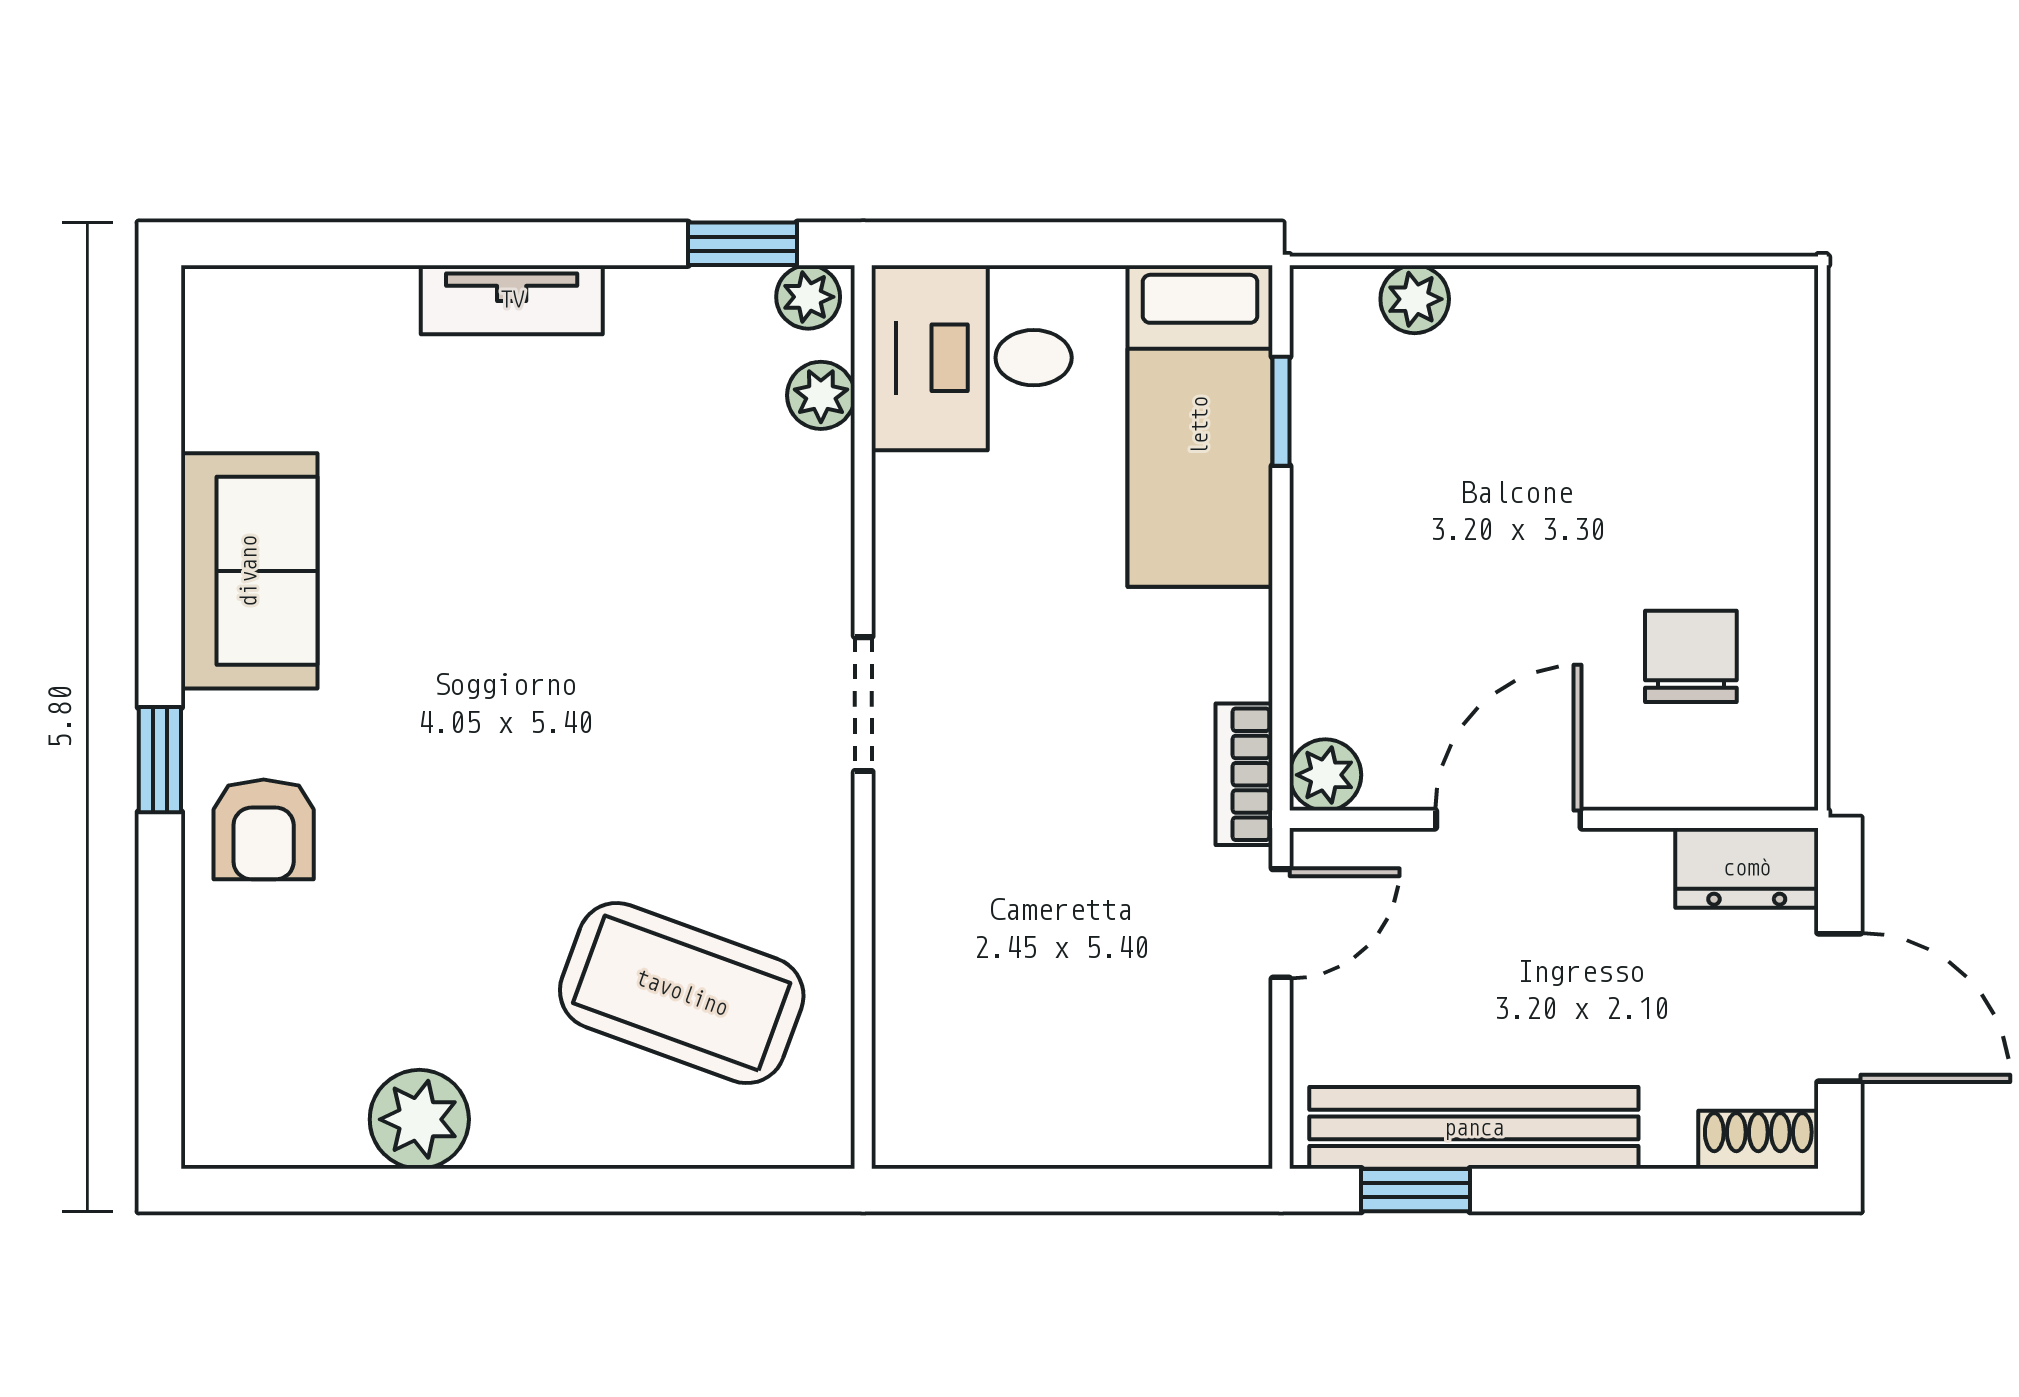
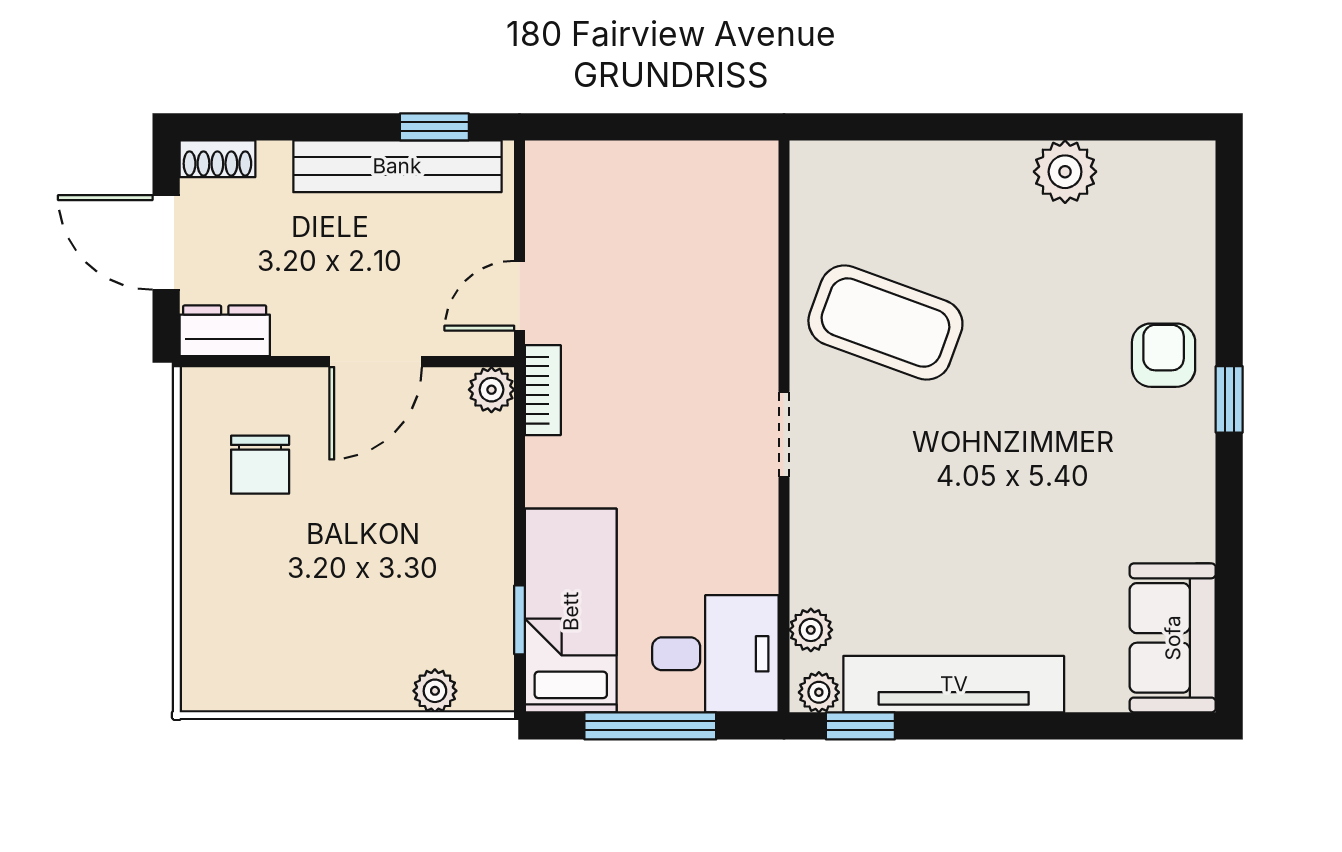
window: (1074, 244) -> (650, 726), added
tv unit: (512, 300) -> (954, 684), width x1.92, depth x1.29
sofa: (249, 571) -> (1173, 638), moved
coffee table: (682, 993) -> (885, 323), moved

